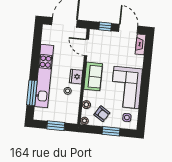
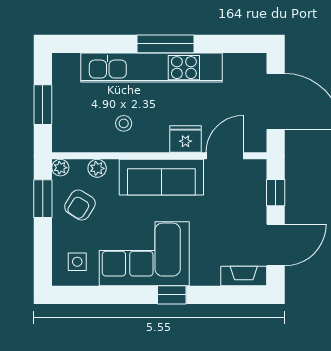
sofa: (93, 76) -> (161, 177), width x1.36
fridge: (76, 77) -> (185, 139), moved
window: (146, 77) -> (172, 295), added
window: (32, 93) -> (165, 44), moved
window: (111, 131) -> (43, 199), moved

